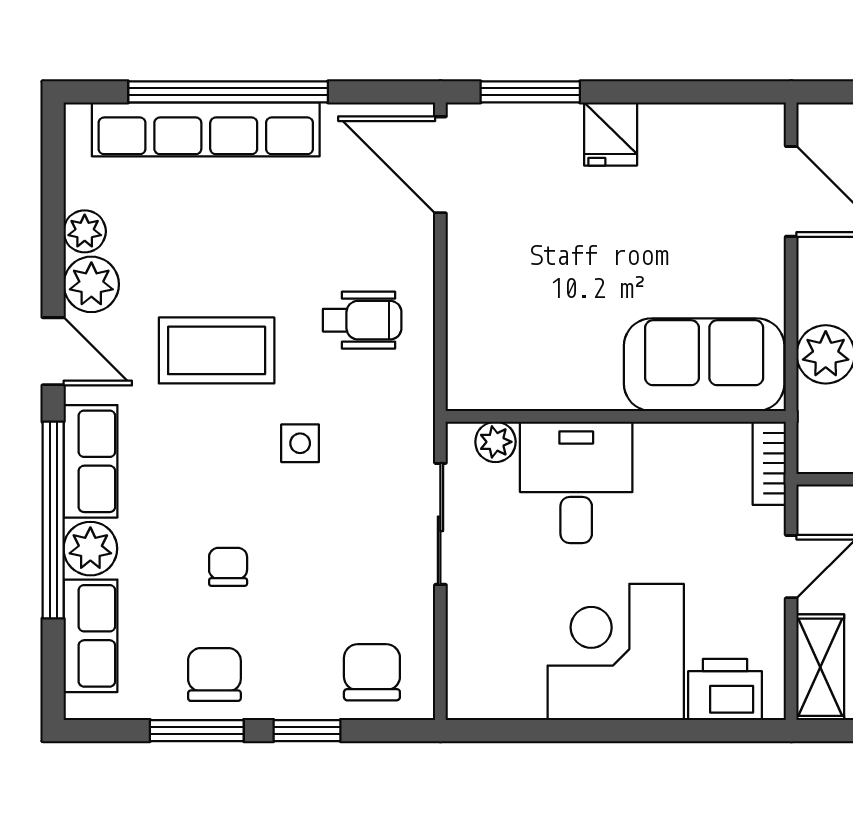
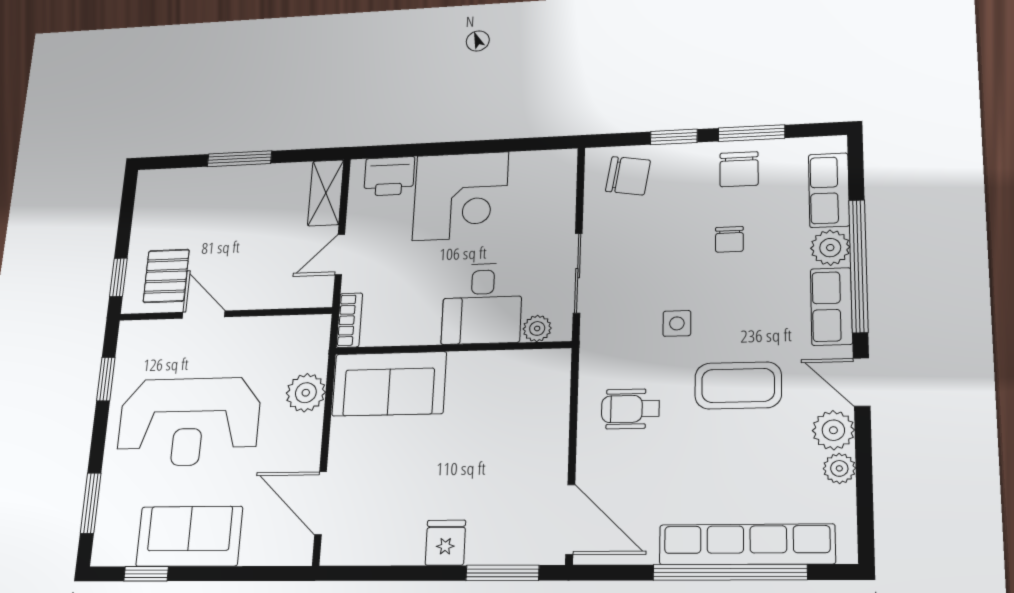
chair: (372, 672) -> (628, 176), turned -81

